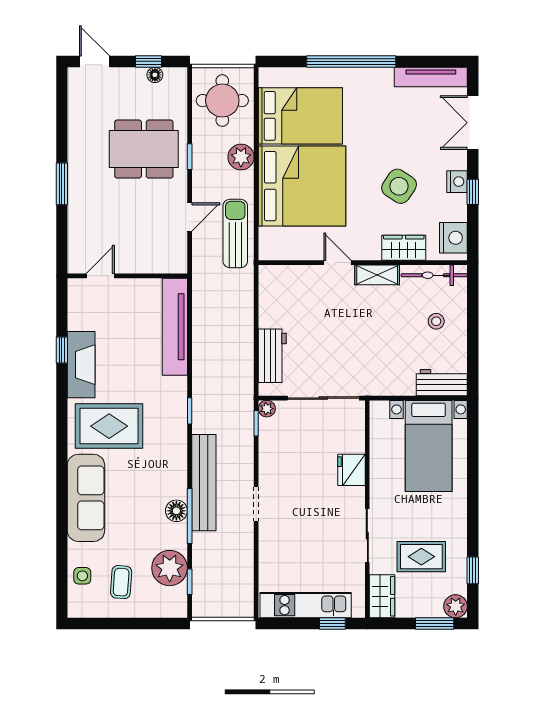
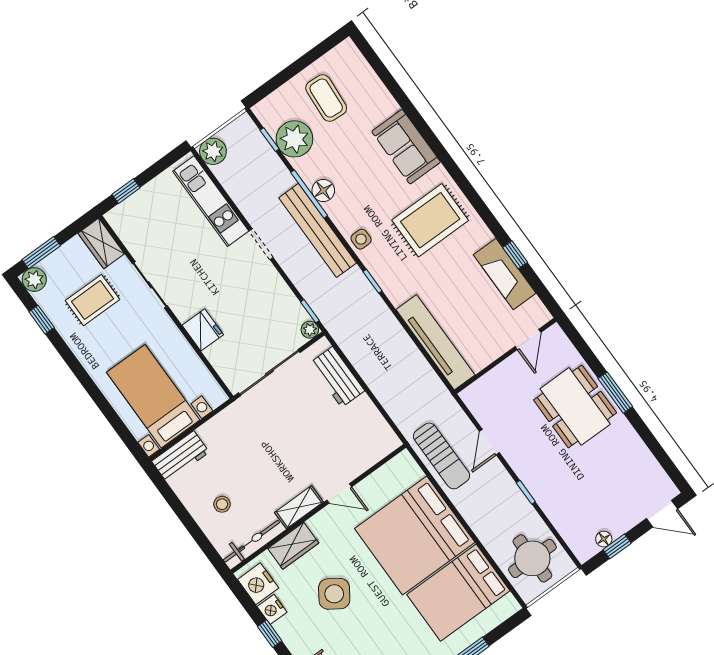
dining table: (144, 149) -> (575, 406), moved, turned 90
plant: (241, 157) -> (213, 151), moved
nightstand: (457, 182) -> (272, 609), moved
fireplace: (81, 365) -> (505, 274), moved
sofa: (86, 498) -> (406, 147), width x0.73
side table: (82, 576) -> (361, 239), moved
coffee table: (121, 582) -> (326, 98), width x1.36, depth x1.30
kitchen unit: (306, 605) -> (211, 201), moved, turned 90

